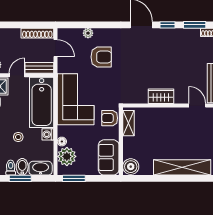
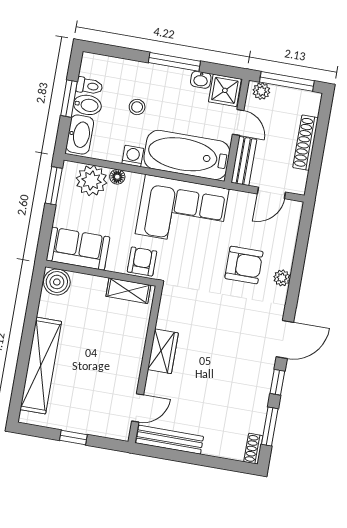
shoe rack: (37, 33) -> (306, 143), moved
plant: (88, 33) -> (282, 278), moved
armchair: (101, 57) -> (244, 265), turned -90

